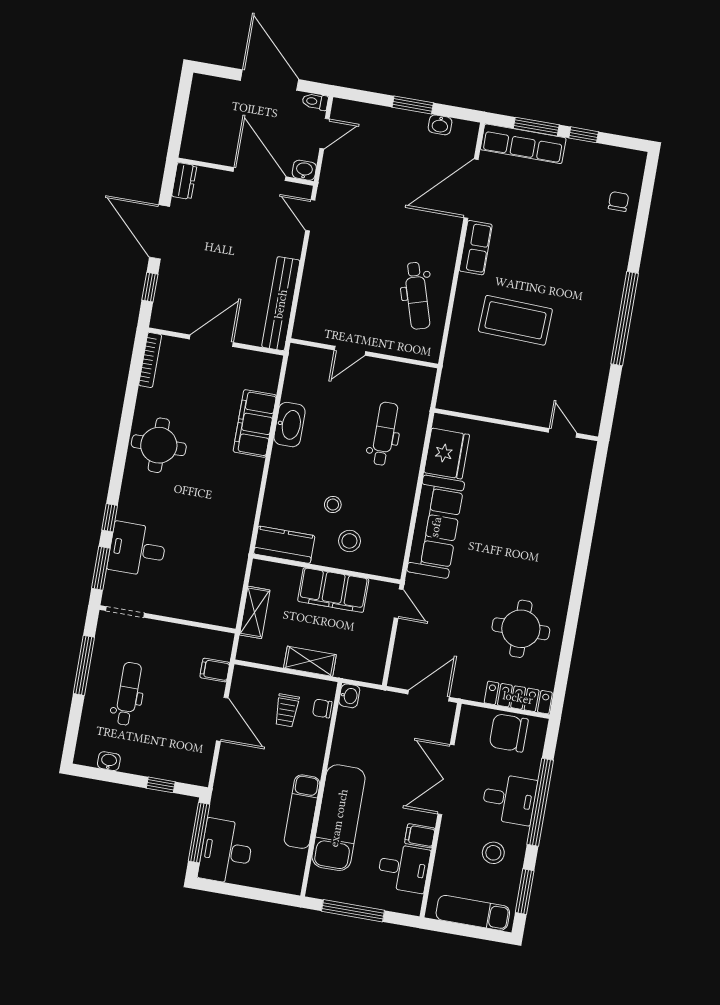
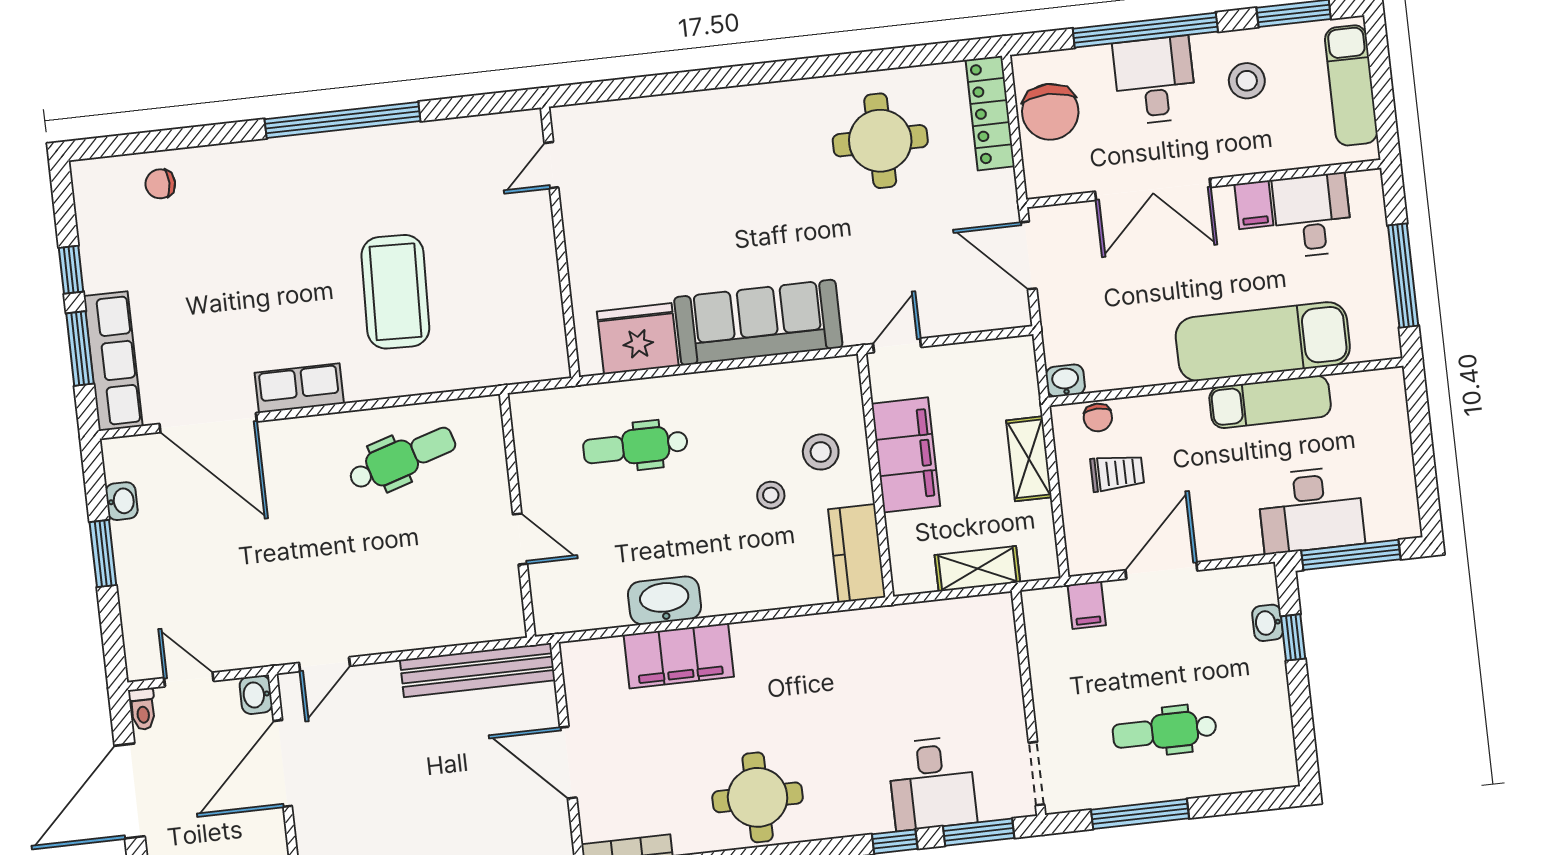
washbasin: (109, 761) -> (1268, 623), moved
desk: (226, 851) -> (1311, 510), moved

